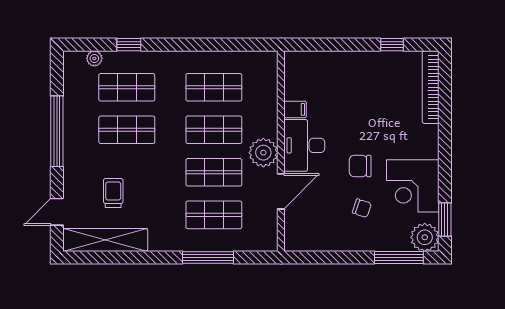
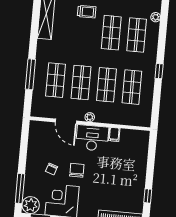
window: (129, 45) -> (159, 71), moved
plant: (263, 153) -> (90, 117), width x0.53, depth x0.53
trolley: (113, 193) -> (87, 12), moved

